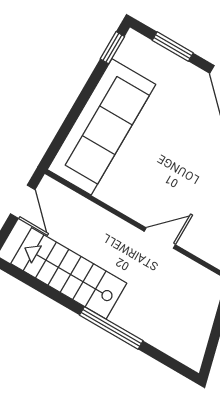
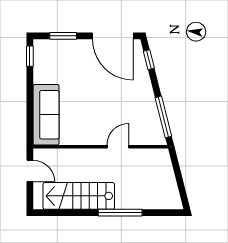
sofa: (102, 127) -> (46, 115), width x0.74, depth x0.79

